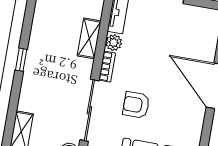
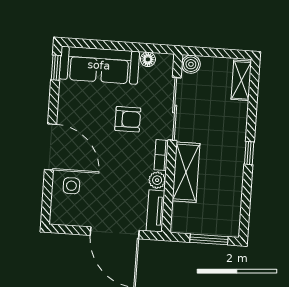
shelving: (89, 38) -> (186, 172), width x1.50, depth x1.33
side table: (198, 46) -> (71, 186), added

